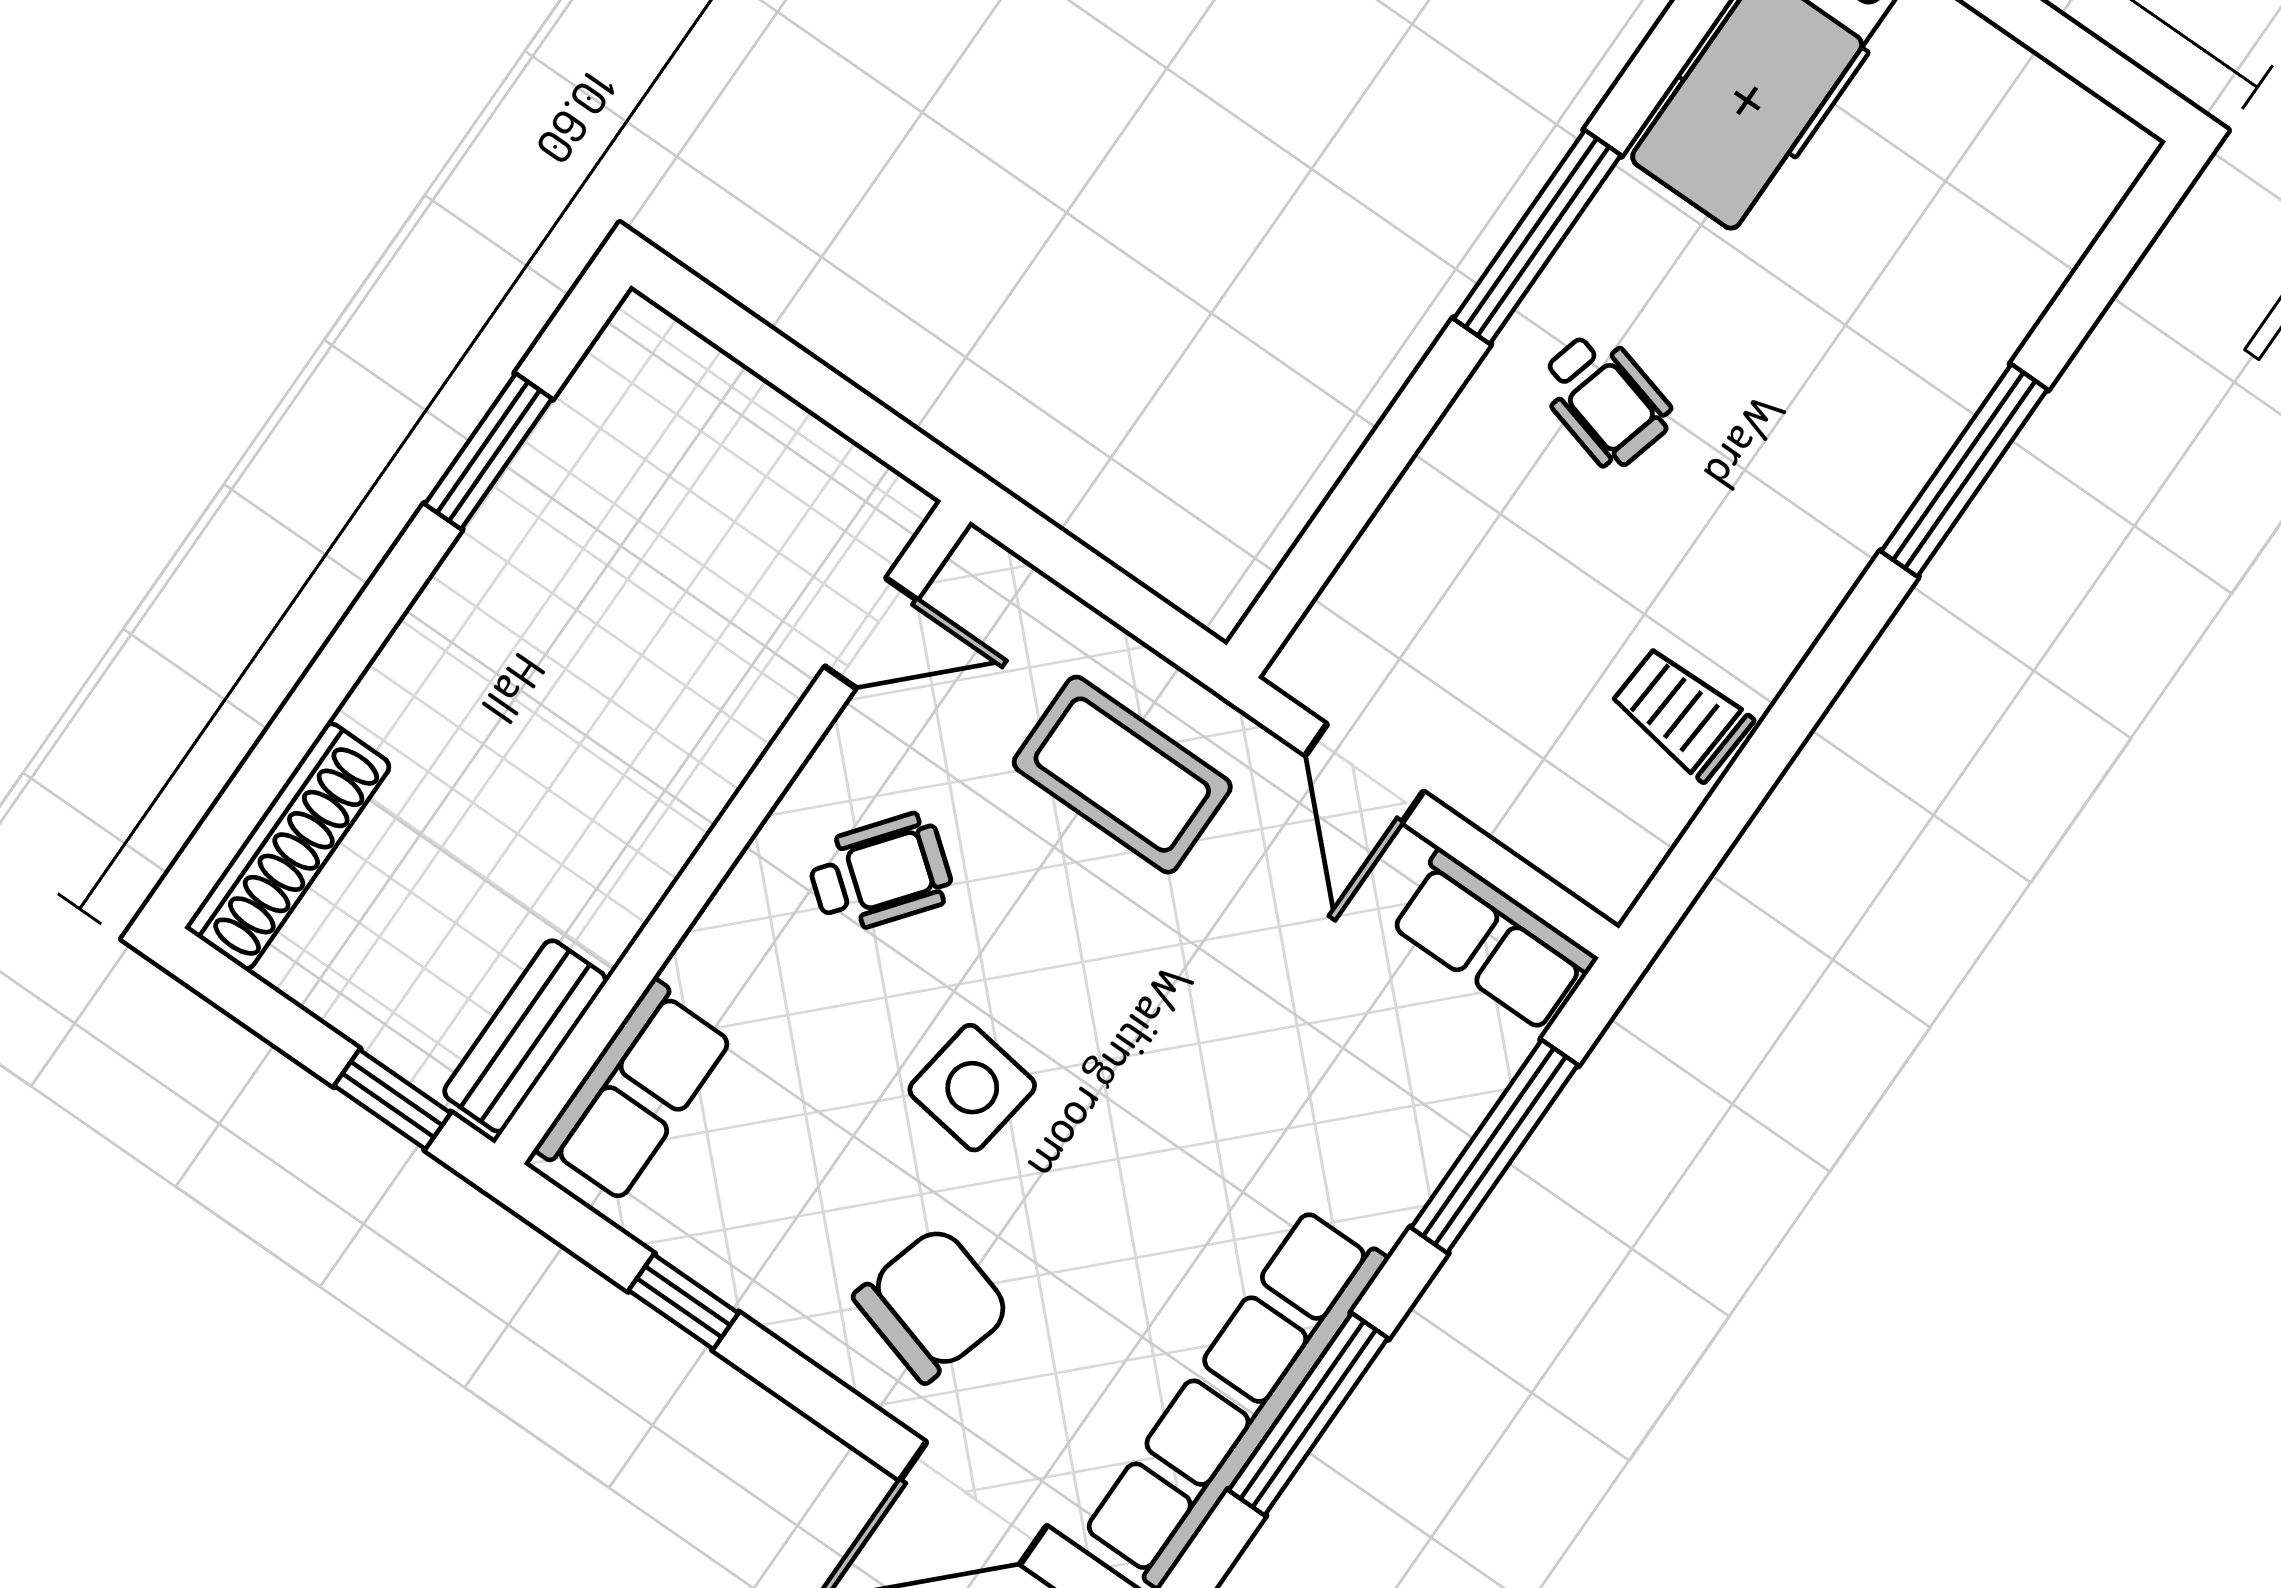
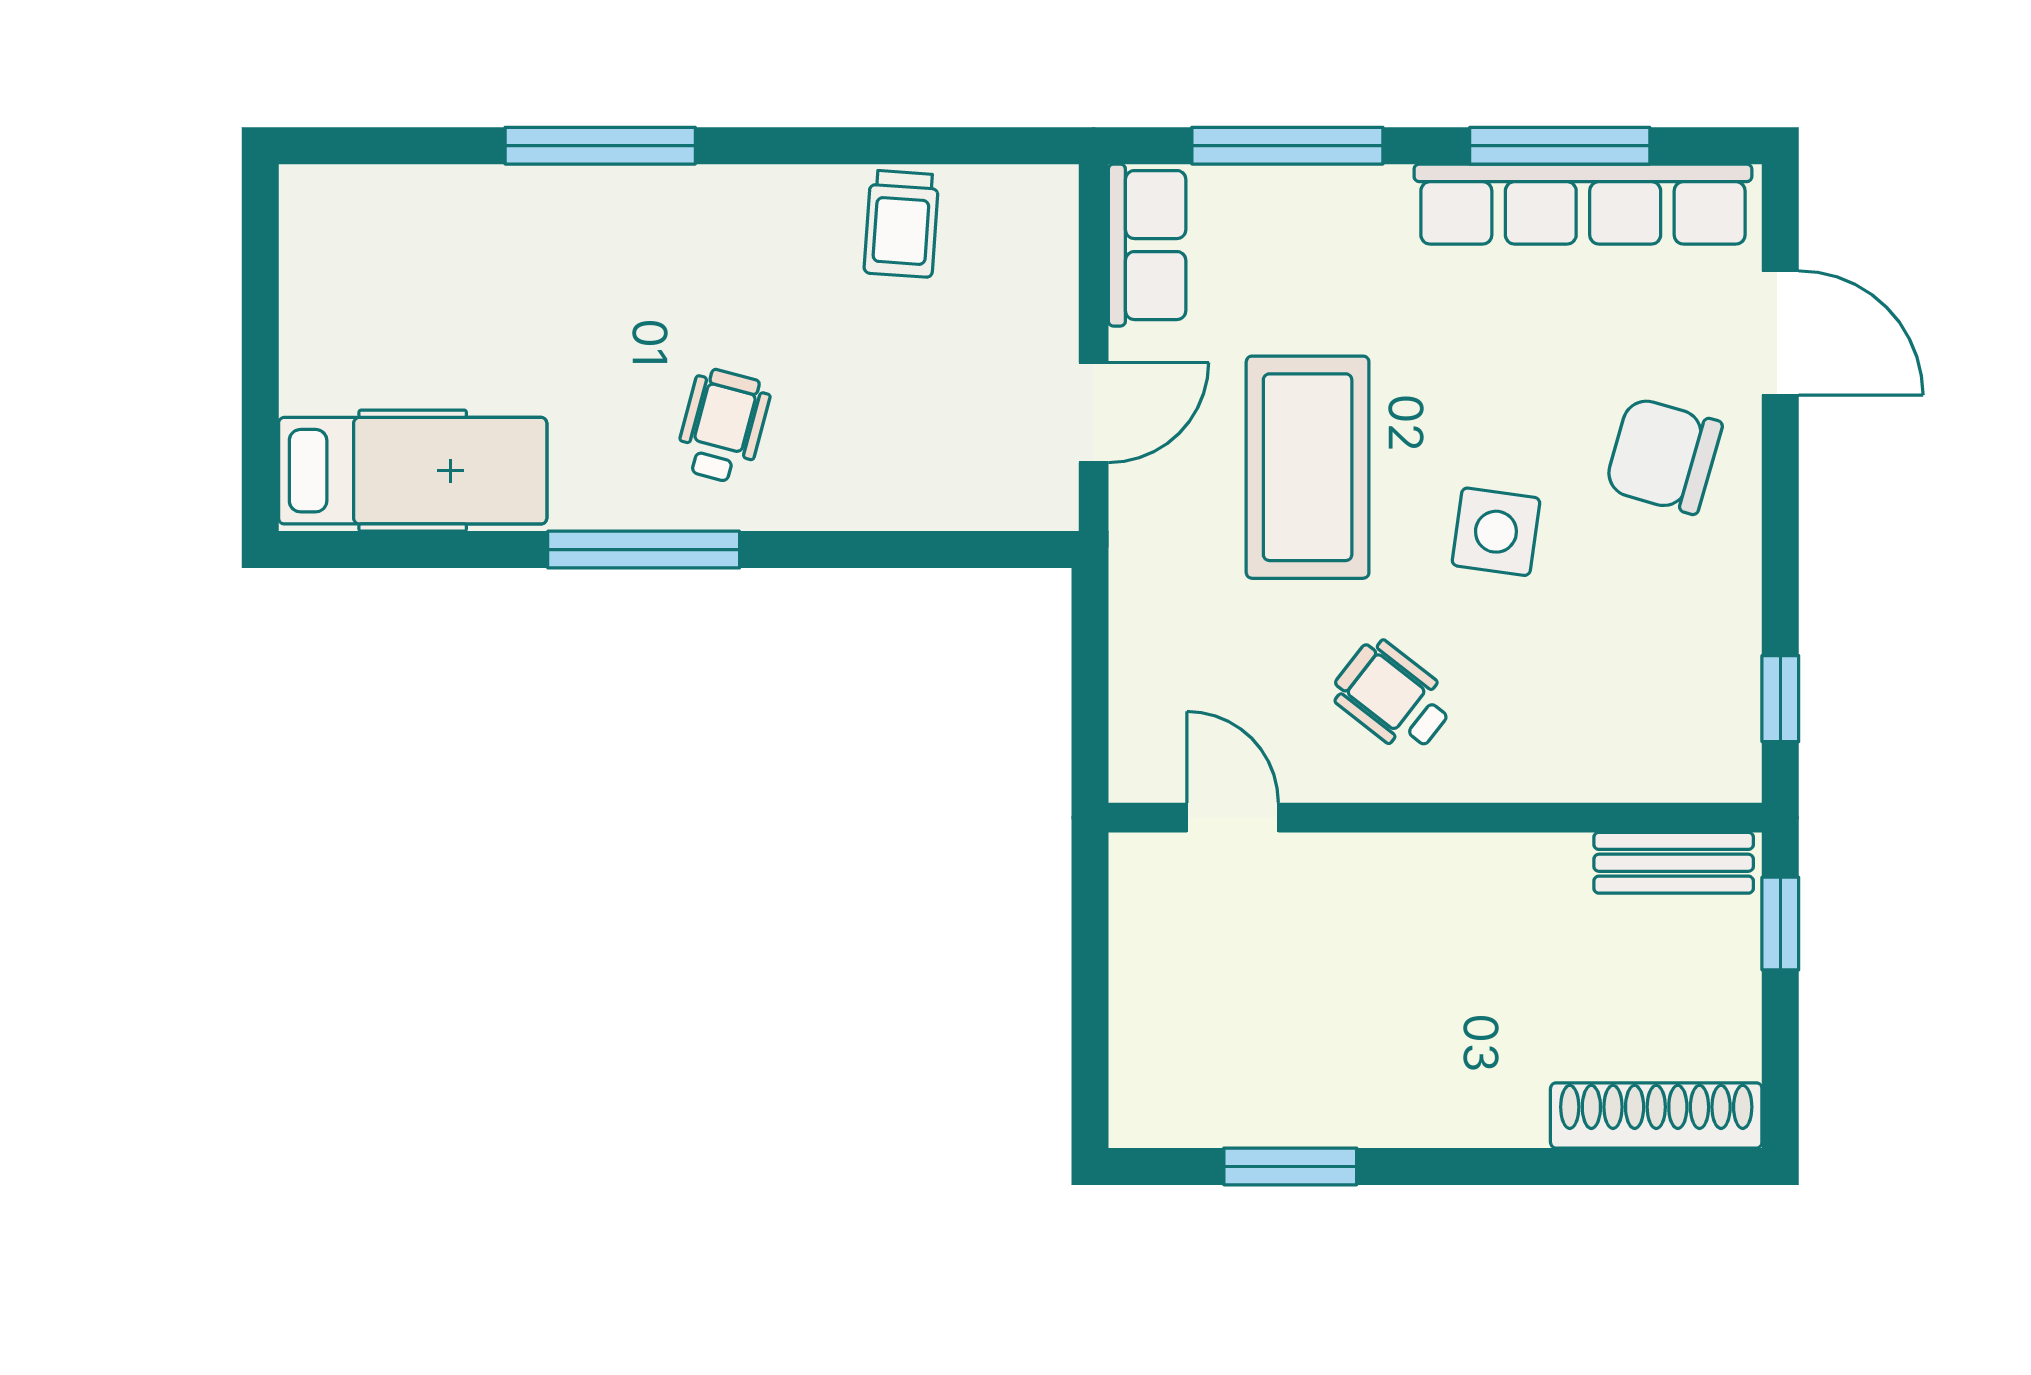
coffee table: (1122, 775) -> (1308, 467), moved, width x1.36, depth x1.32
row of seats: (635, 1092) -> (1660, 761), removed
window: (683, 1302) -> (1780, 699), moved

